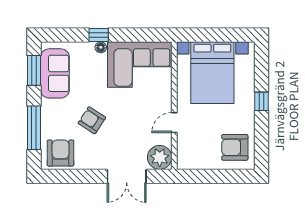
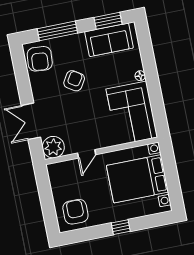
window: (99, 35) -> (151, 72), removed
door: (174, 123) -> (87, 154), swing flipped
armchair: (60, 153) -> (40, 59), turned 95

